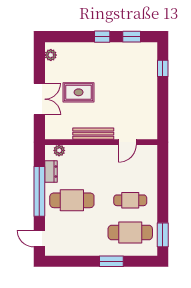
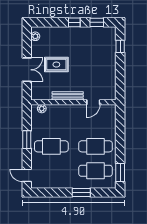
dresser: (51, 172) -> (36, 125), removed
window: (39, 191) -> (27, 140), width x0.47
cafe table: (130, 200) -> (96, 146), width x1.37, depth x1.35

